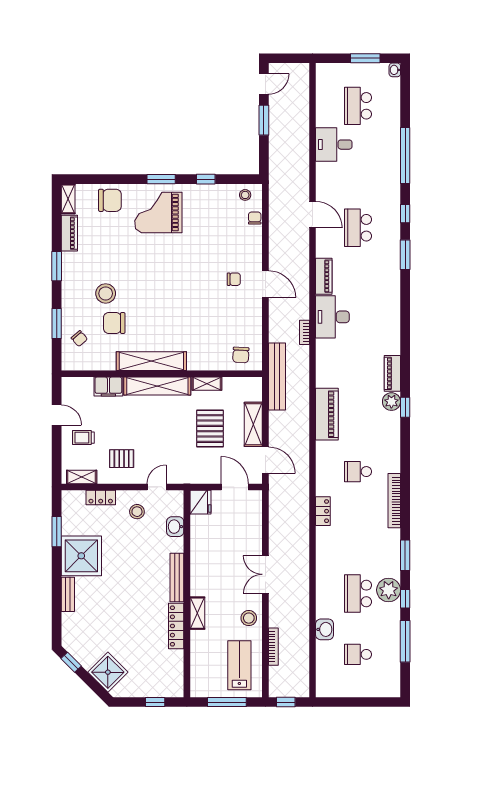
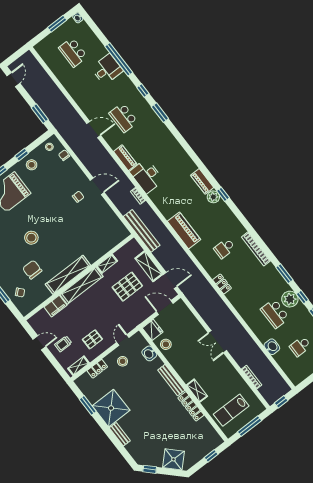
window: (264, 120) -> (40, 114), moved
desk: (334, 145) -> (107, 69), moved, turned 180
stool: (208, 200) -> (32, 165), added
stool: (106, 293) -> (31, 238), moved
chair: (114, 323) -> (32, 270), turned 90
chair: (241, 355) -> (113, 234), removed
pallet: (210, 429) -> (127, 287), turned 90
stool: (249, 618) -> (166, 344), moved
lab bench: (239, 665) -> (231, 410), moved, turned -90

